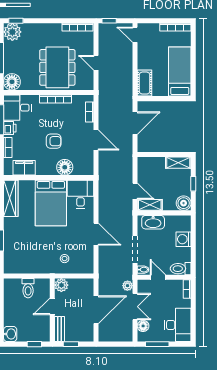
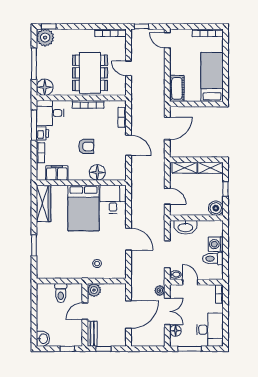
shelving: (150, 205) -> (185, 168), moved
toilet: (181, 269) -> (213, 259), moved

